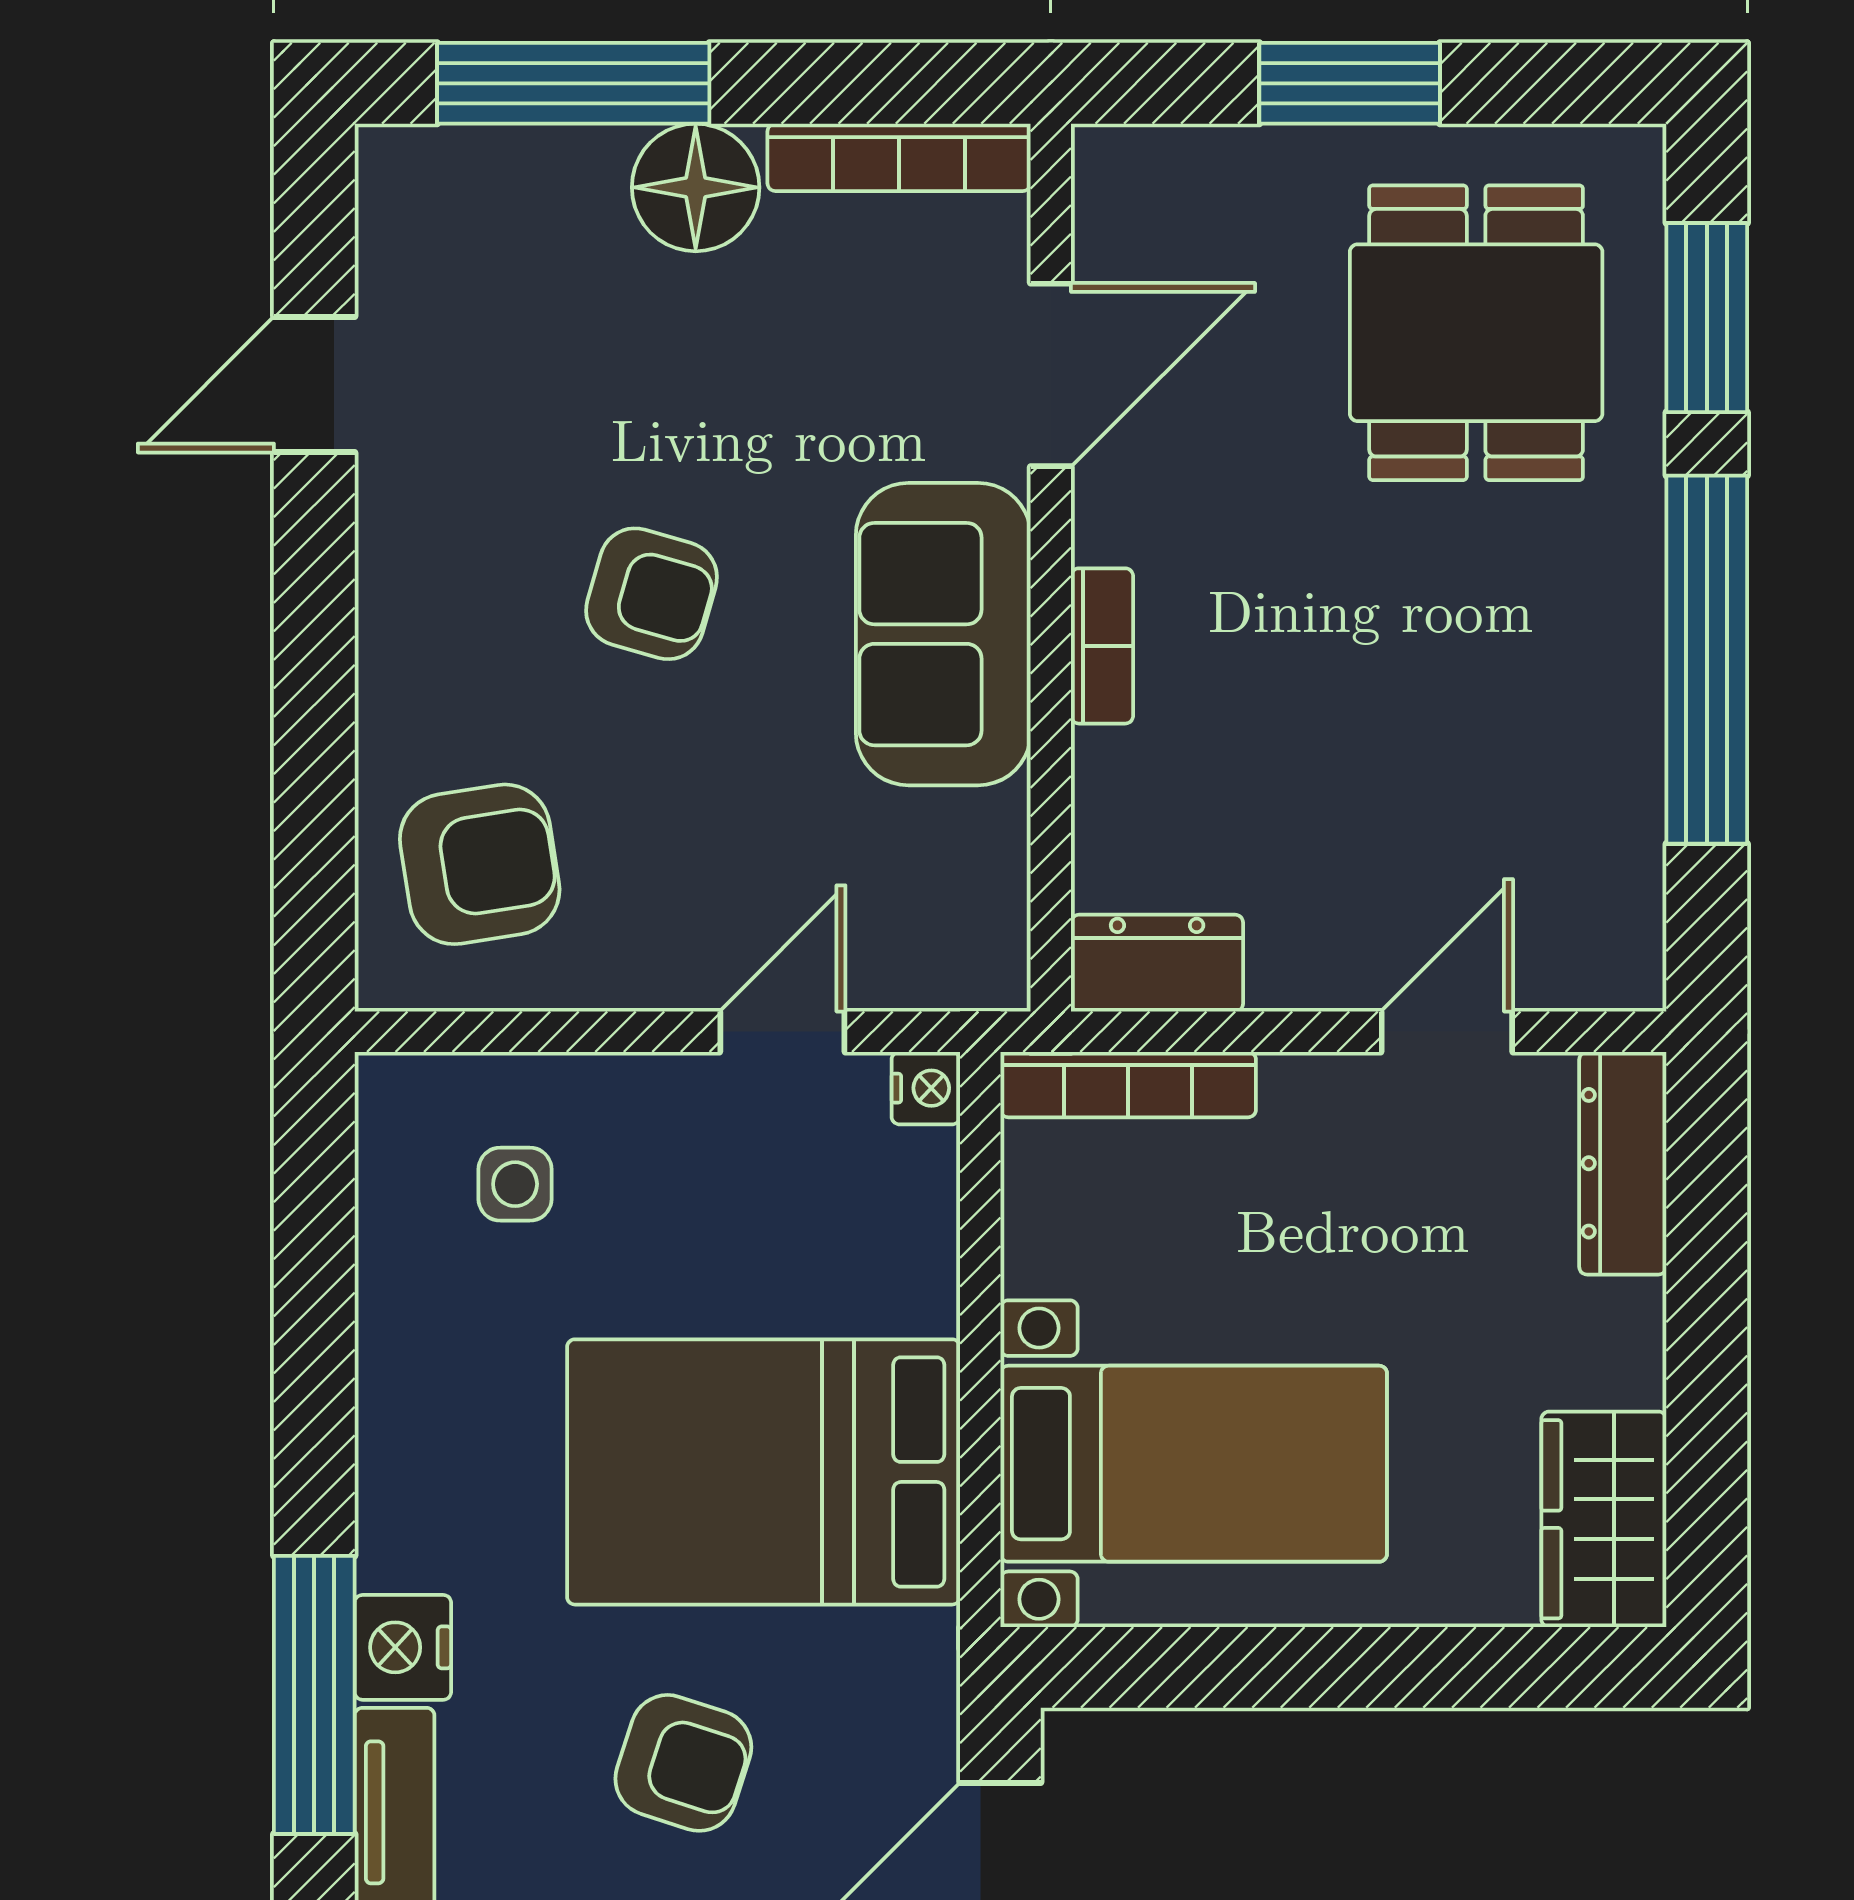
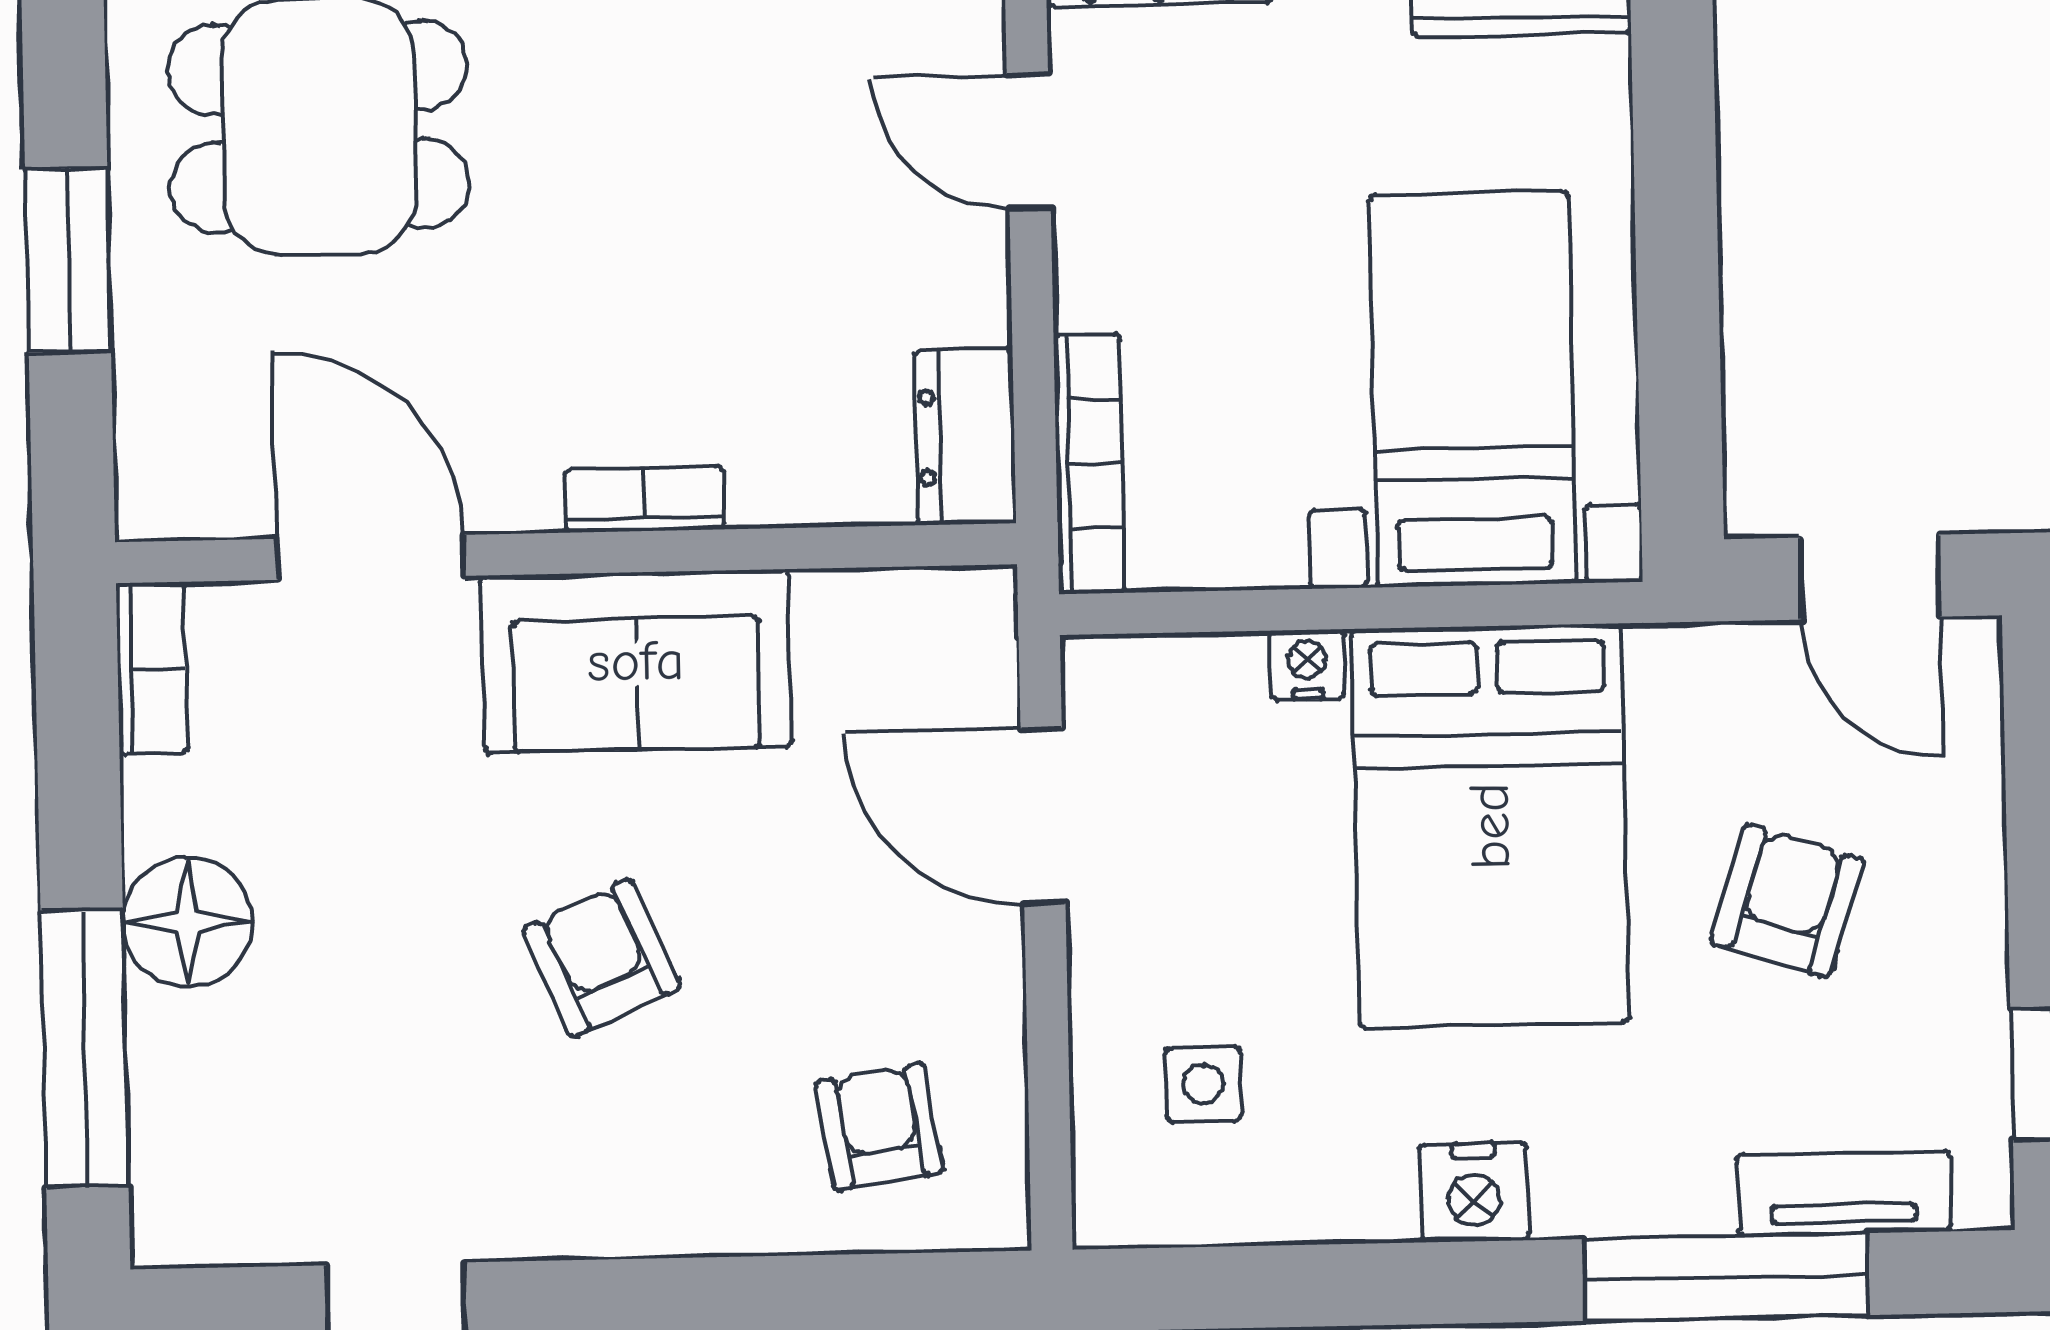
bookcase: (899, 157) -> (152, 668), width x0.64
armchair: (651, 594) -> (601, 958), turned -40
armchair: (480, 864) -> (879, 1127), width x0.72, depth x0.72
door: (782, 1032) -> (1043, 816), width x1.37
nightstand: (926, 1088) -> (1307, 665), moved
nightstand: (403, 1647) -> (1474, 1192), moved

